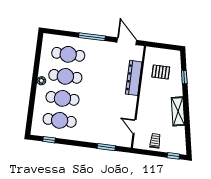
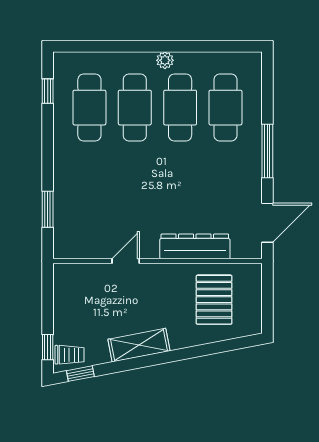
pallet: (161, 72) -> (214, 300), width x1.50, depth x1.42
window: (184, 77) -> (80, 374), moved
door: (135, 127) -> (126, 261), moved
trolley: (155, 141) -> (70, 355), moved

